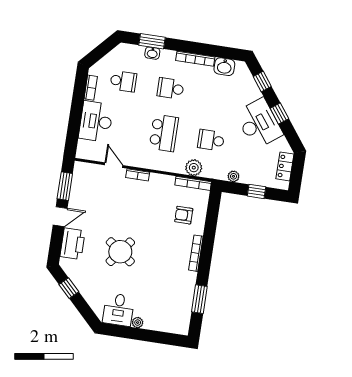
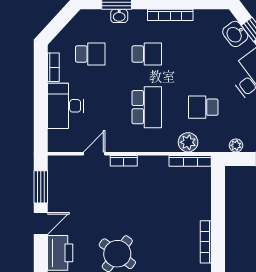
washbasin: (224, 67) -> (235, 34), moved, turned 53
school desk: (171, 88) -> (147, 54), turned 180
door: (114, 165) -> (94, 154), hinge flipped
armchair: (184, 215) -> (185, 200), removed

